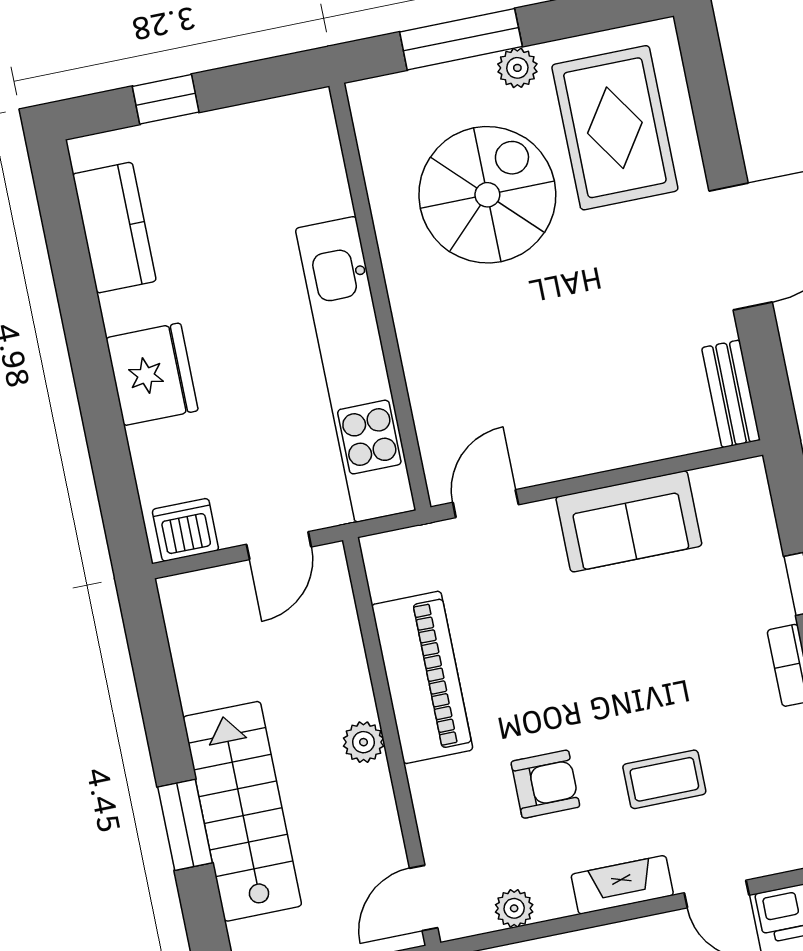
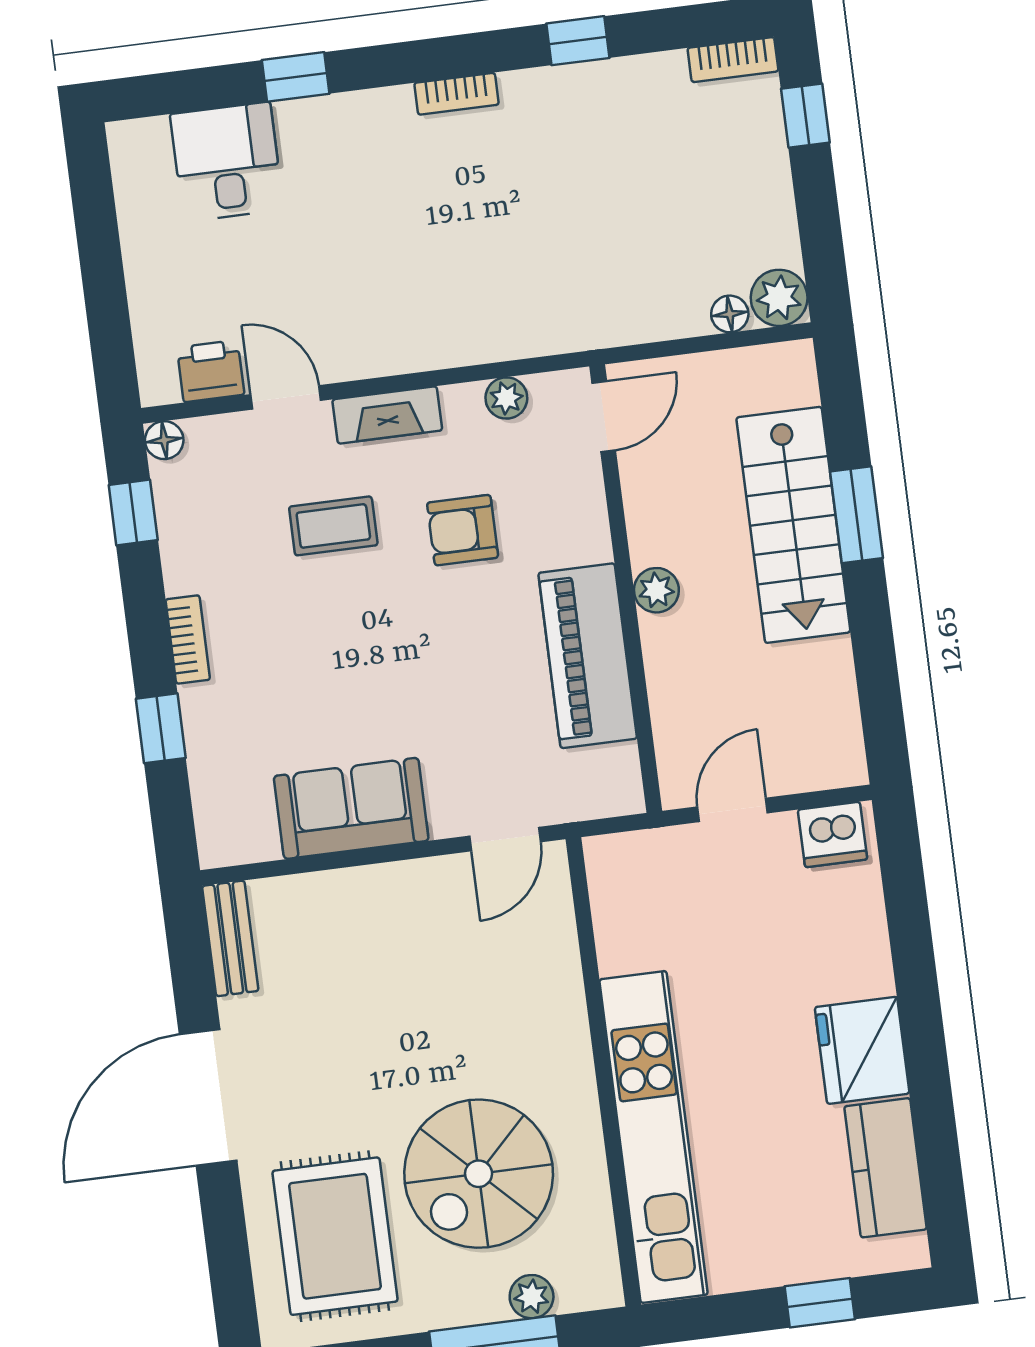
plant: (517, 68) -> (532, 1297), moved
kitchen unit: (356, 369) -> (654, 1137), moved
fridge: (152, 374) -> (862, 1050), moved

